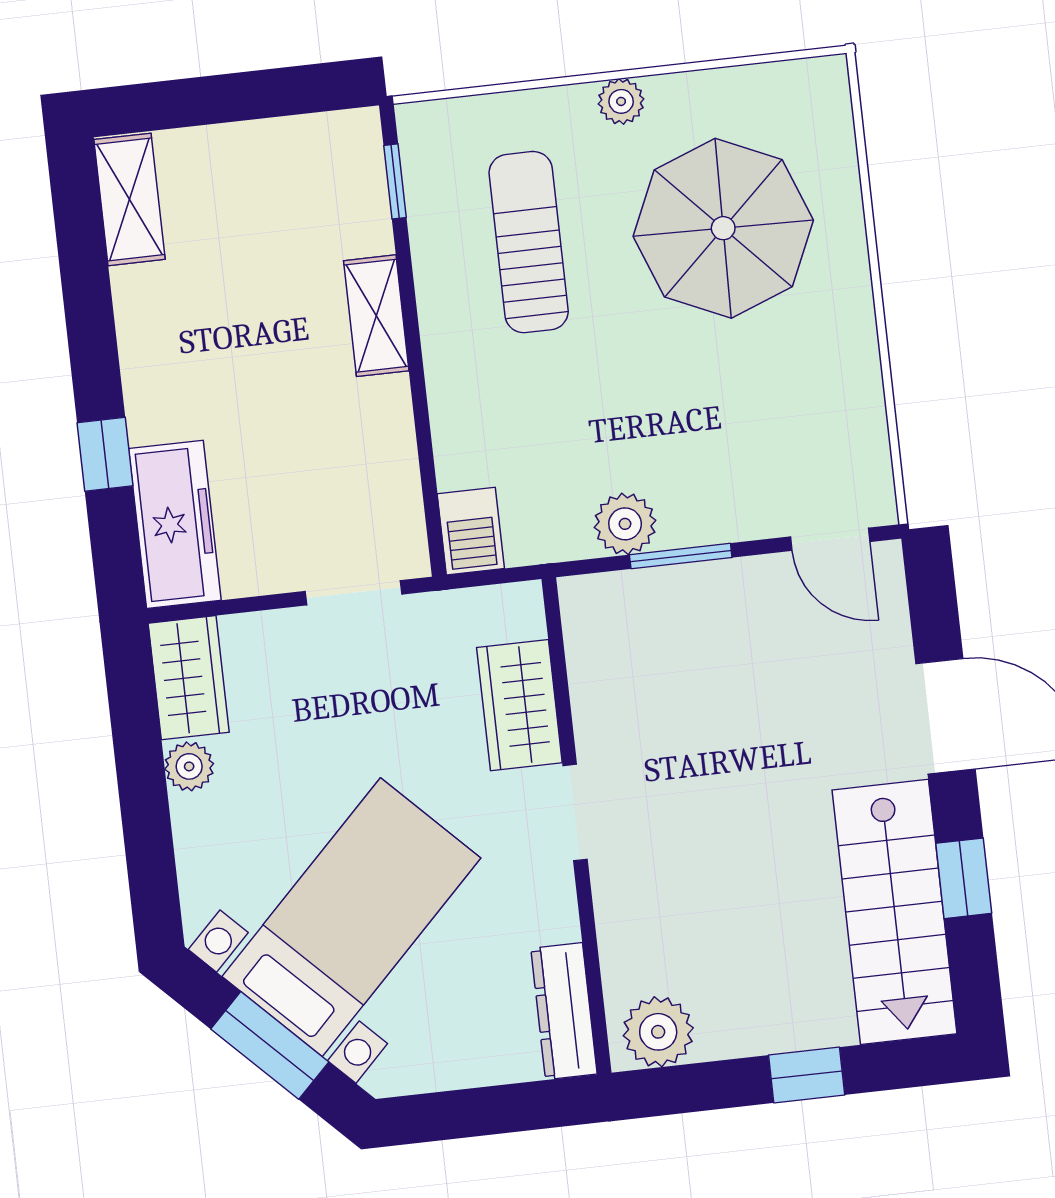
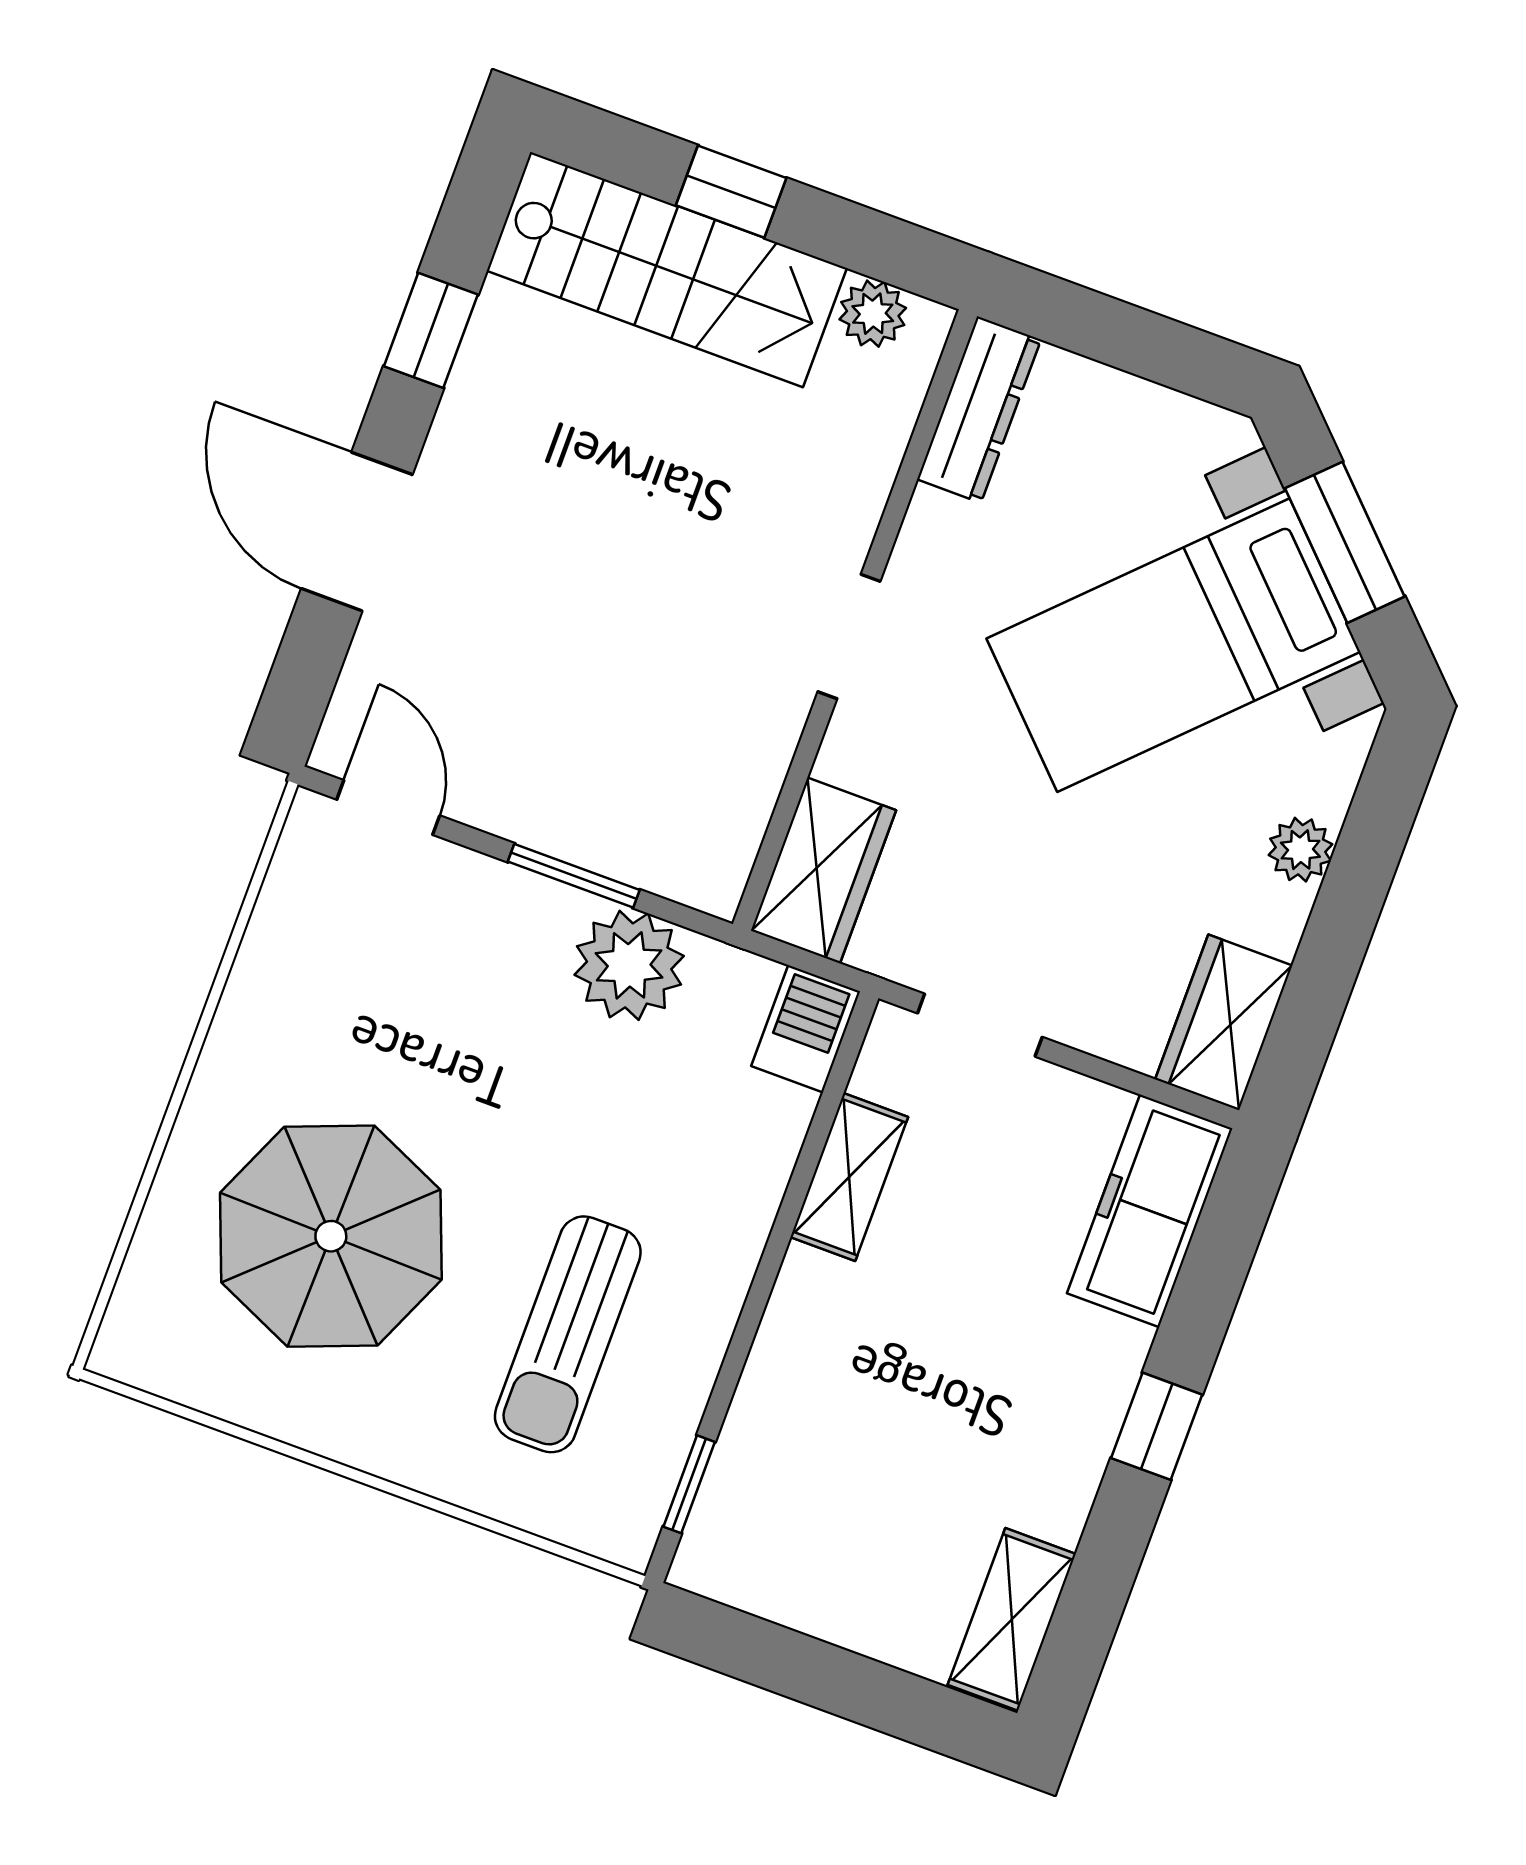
plant: (621, 101) -> (376, 1445), removed
shelving: (376, 316) -> (849, 1177), moved
window: (105, 454) -> (1157, 1426), moved
plant: (625, 524) -> (629, 965), width x1.36, depth x1.36
wardrobe: (519, 705) -> (824, 870), moved
plant: (189, 766) -> (1300, 850), moved
stairs: (894, 912) -> (667, 269), moved, turned 90
plant: (658, 1032) -> (873, 314), width x0.73, depth x0.73

